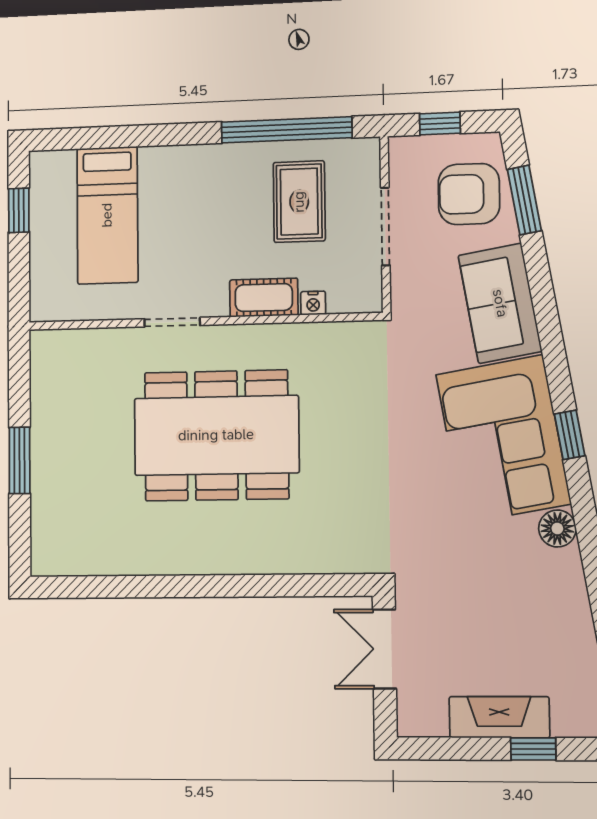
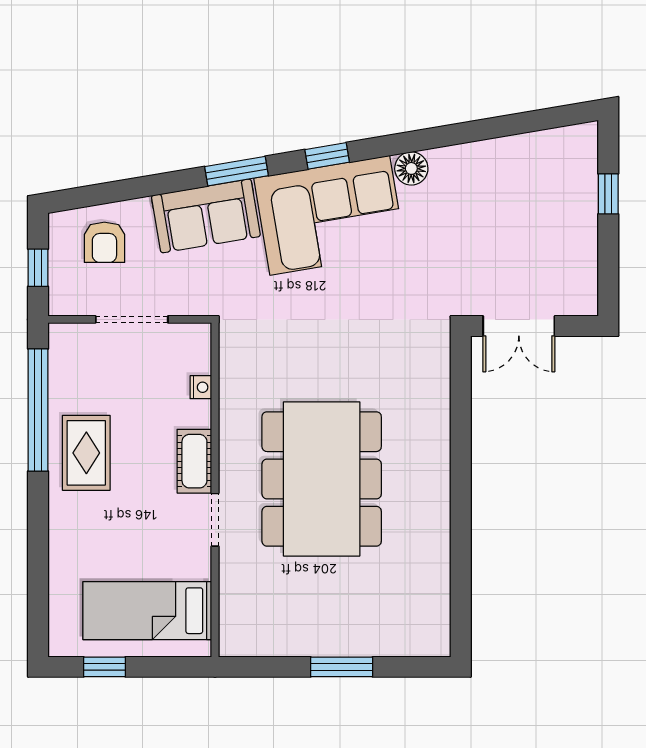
armchair: (469, 194) -> (104, 242), width x0.72, depth x0.72
window: (524, 200) -> (236, 171), moved
rug: (299, 202) -> (86, 453), moved, turned 90
bed: (107, 215) -> (147, 611), moved, turned 180
cot: (264, 298) -> (194, 461), moved
fireplace: (499, 717) -> (580, 224), removed

